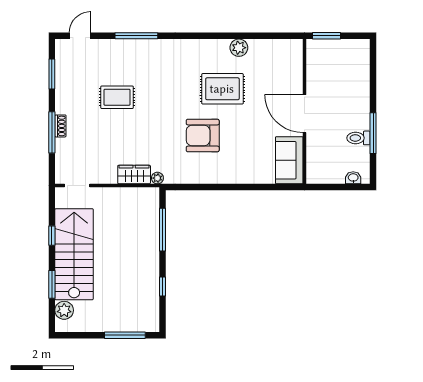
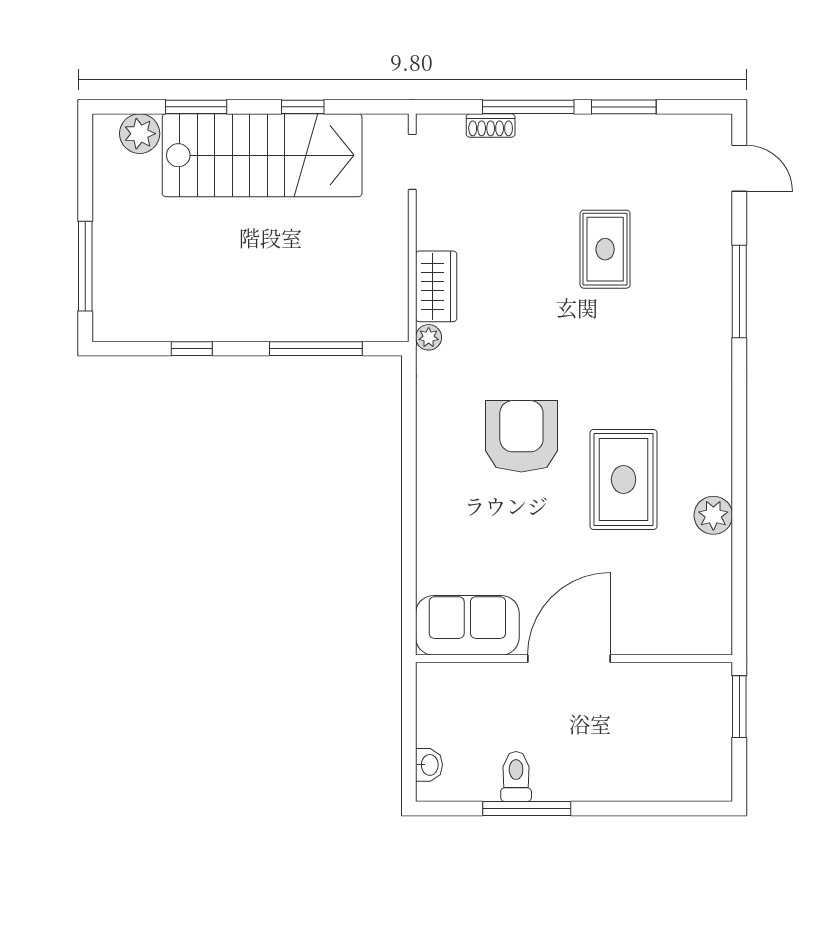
window: (52, 74) -> (624, 107), moved
shoe rack: (60, 126) -> (491, 125), moved

